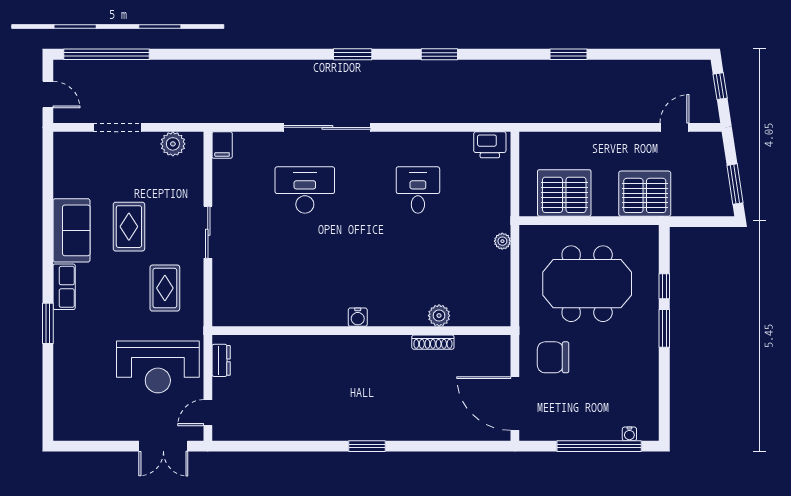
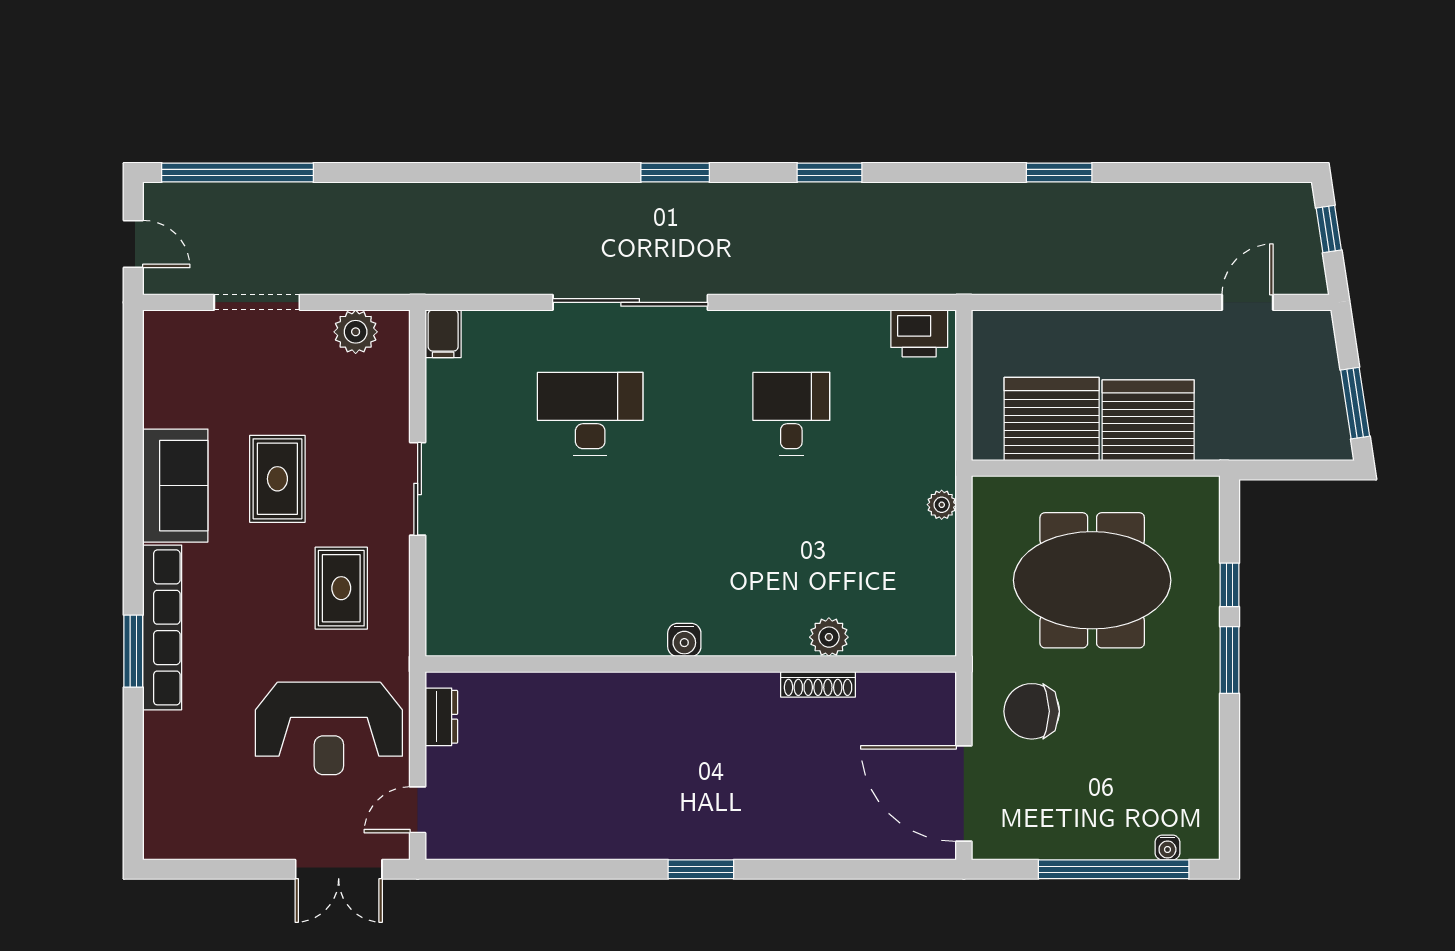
server rack: (645, 194) -> (1148, 420), moved
row of seats: (64, 287) -> (162, 627), width x2.02

